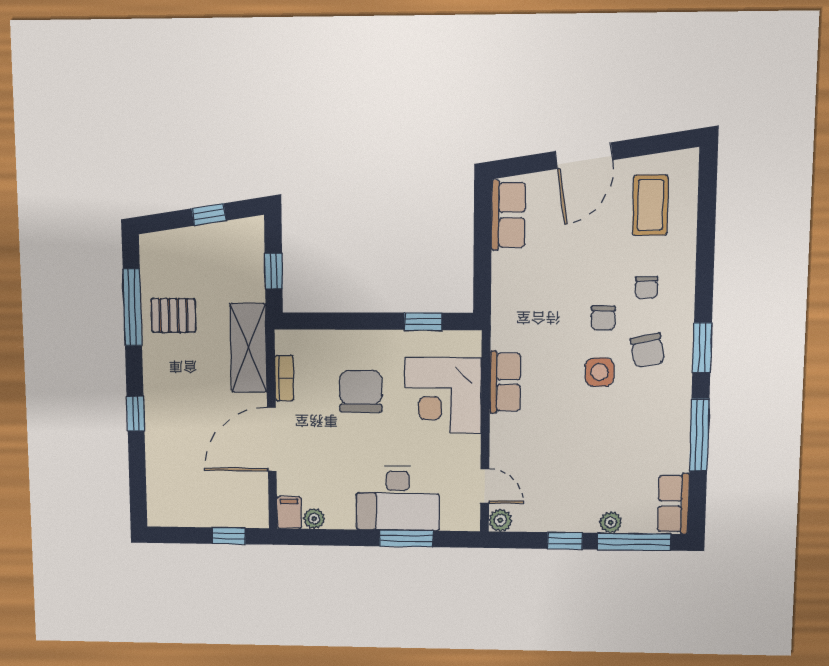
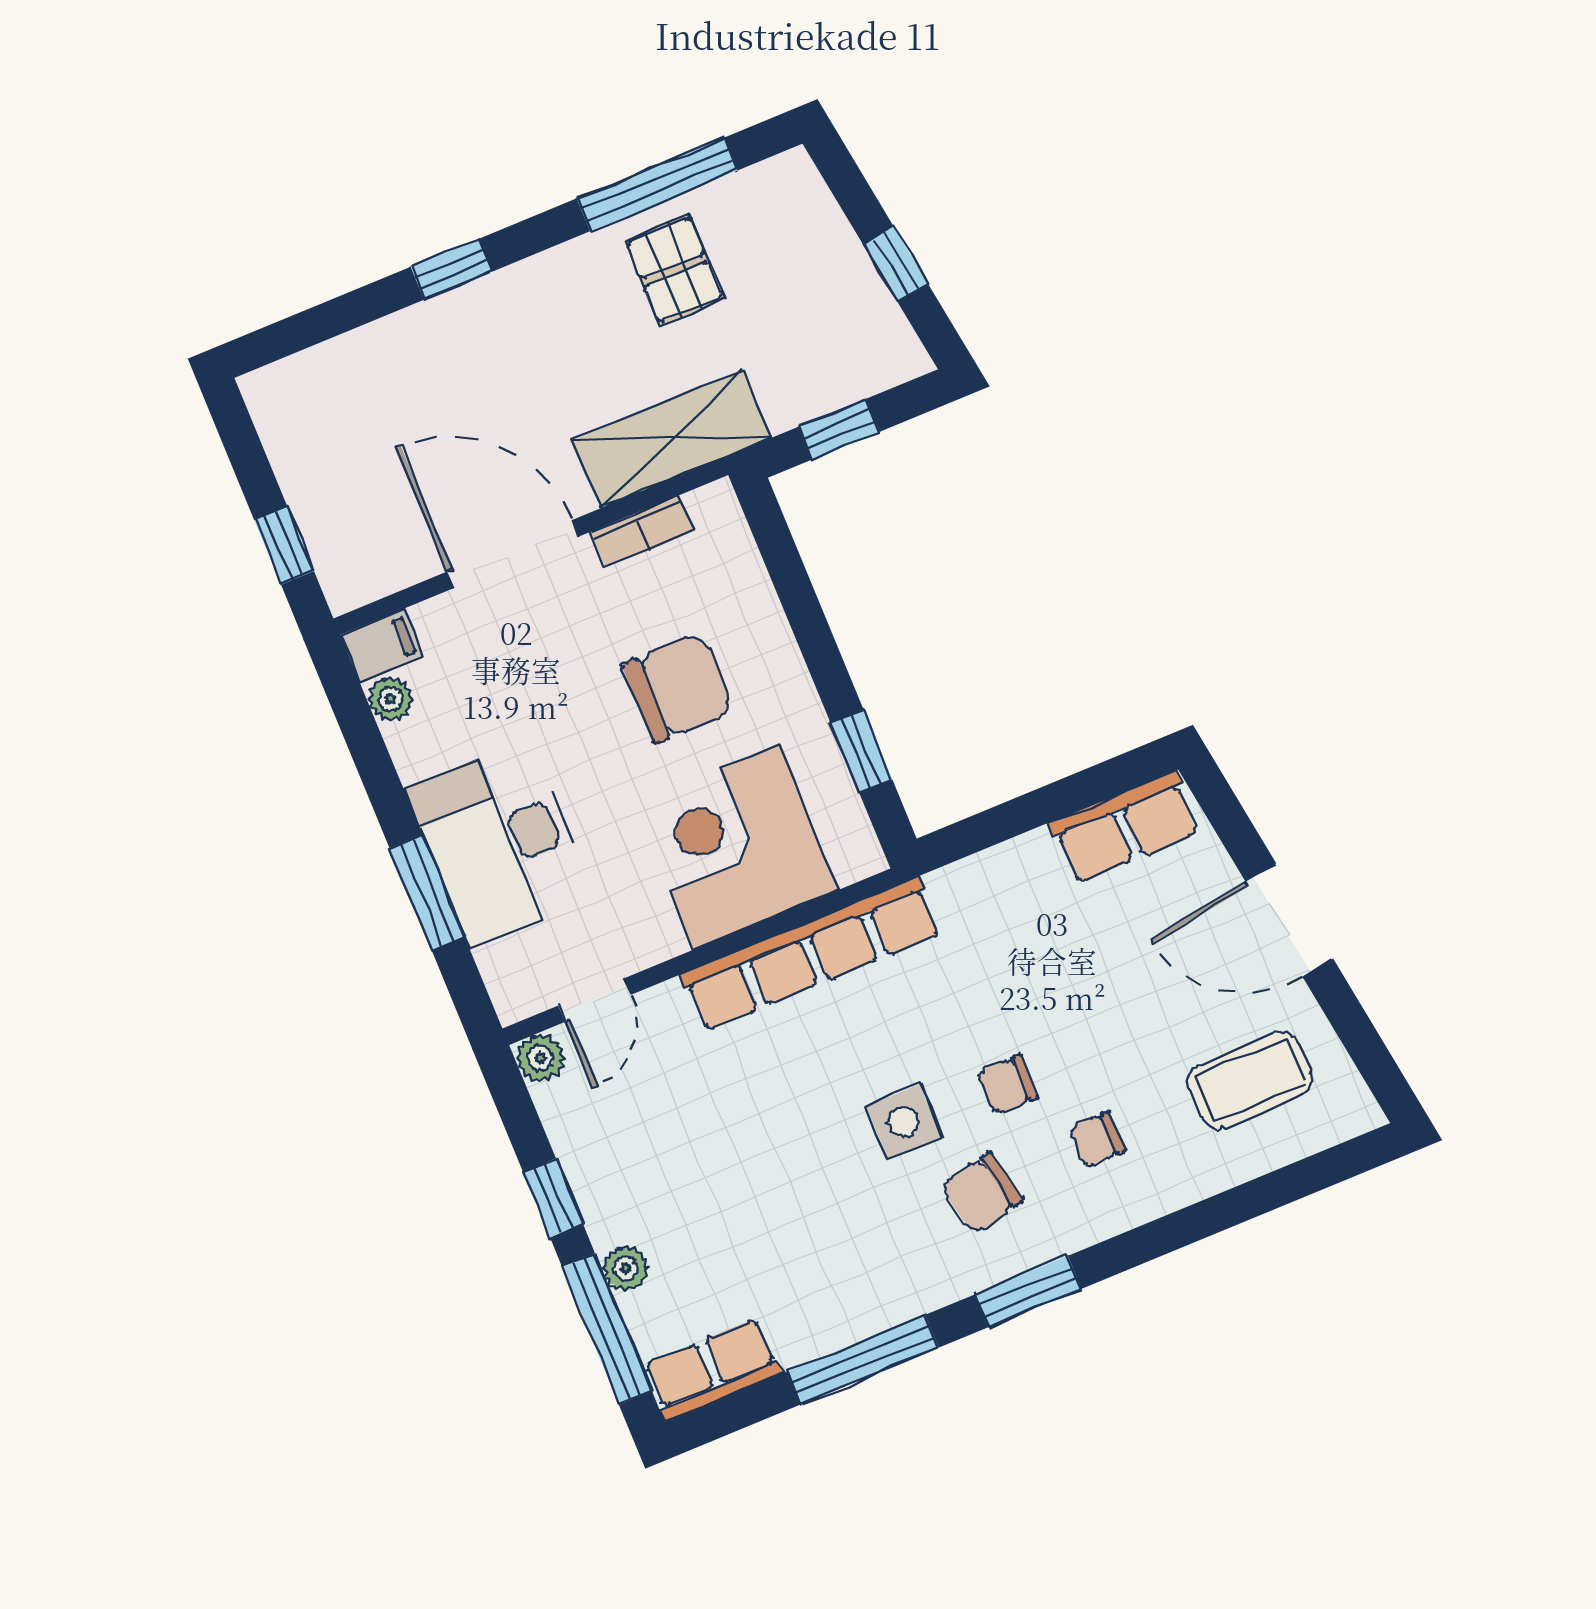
row of seats: (505, 382) -> (811, 954), width x2.02

